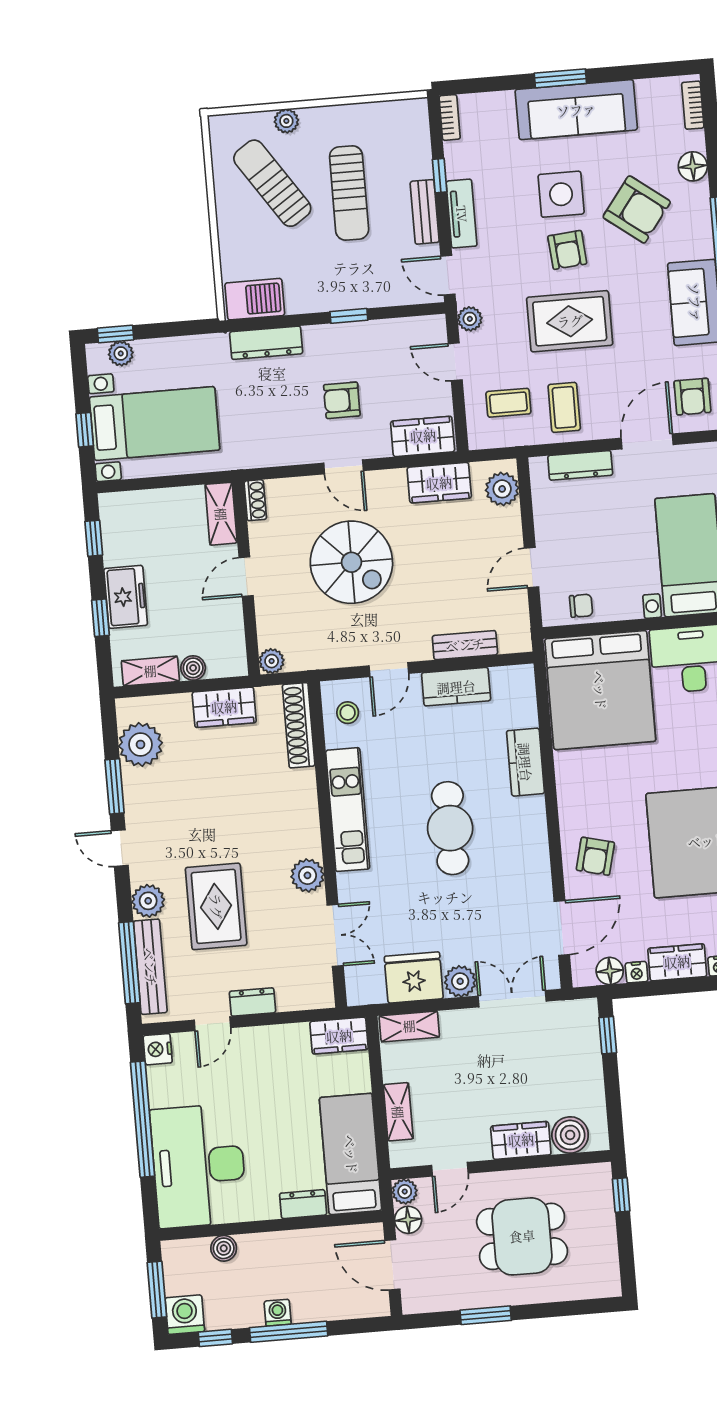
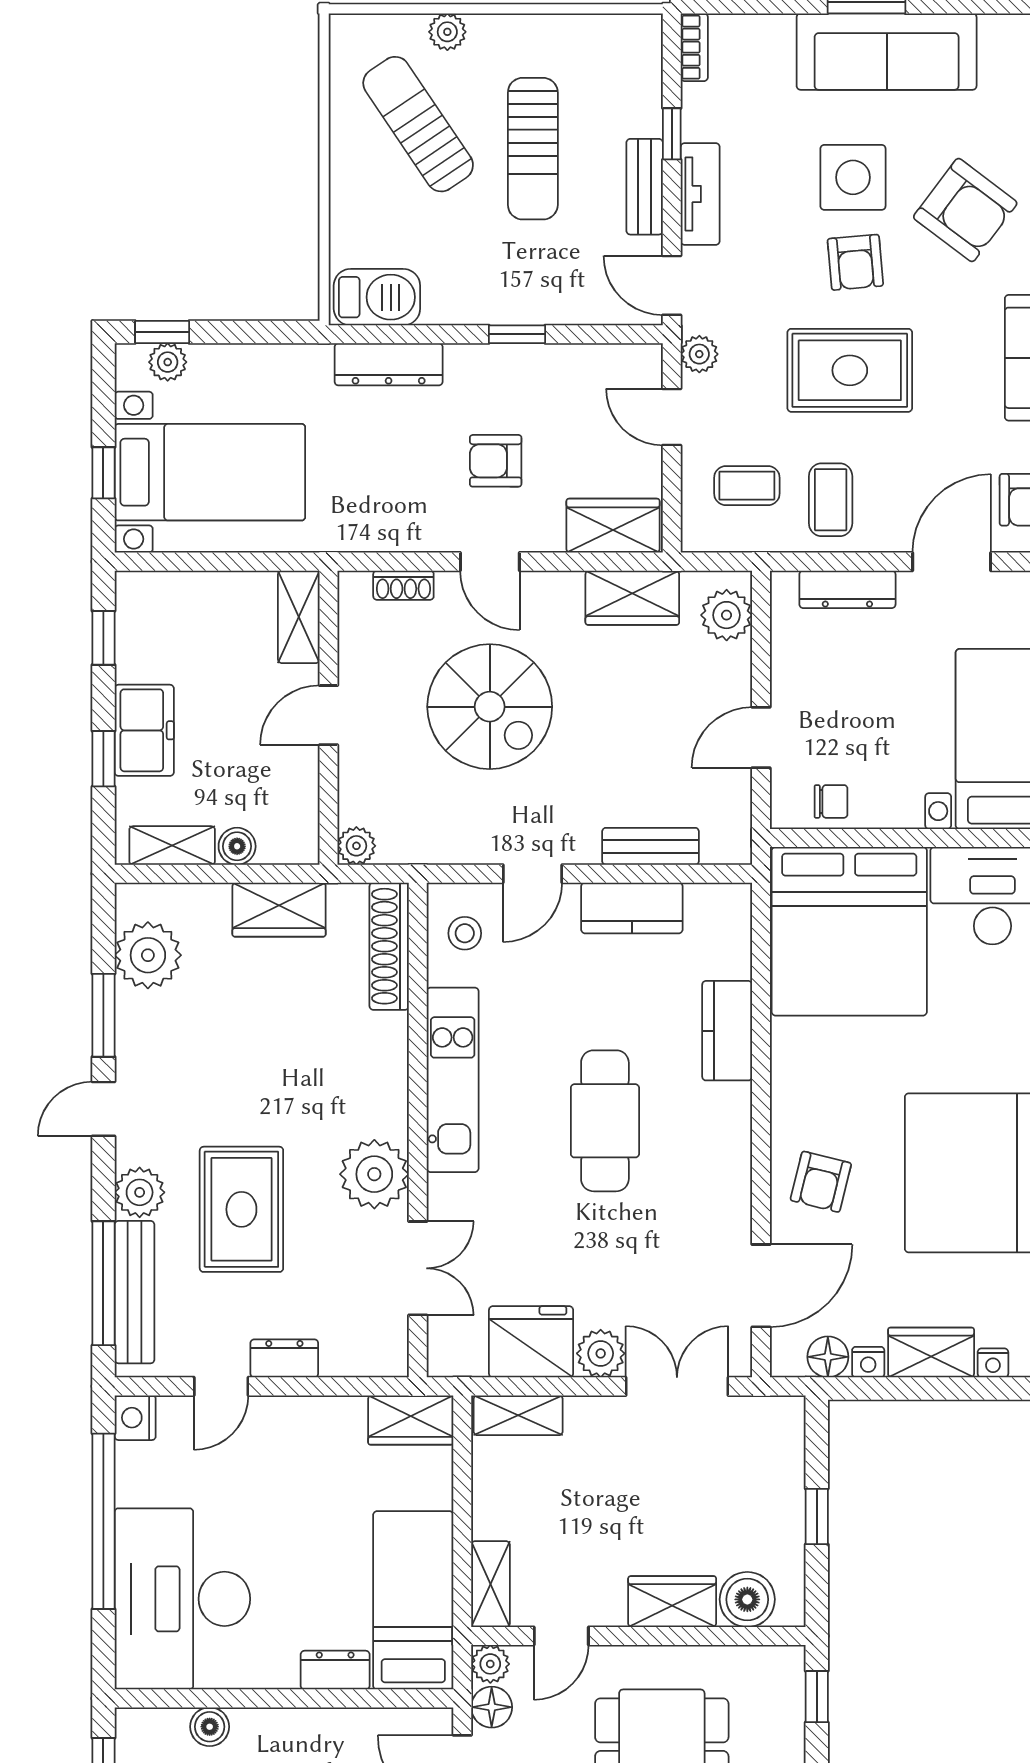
shoe rack: (255, 500) -> (403, 585), moved, turned 90
door: (120, 848) -> (103, 1109), hinge flipped
plant: (307, 875) -> (374, 1174), width x1.36, depth x1.36
window: (608, 1035) -> (817, 1516), moved
shelving: (398, 1112) -> (491, 1584), moved

